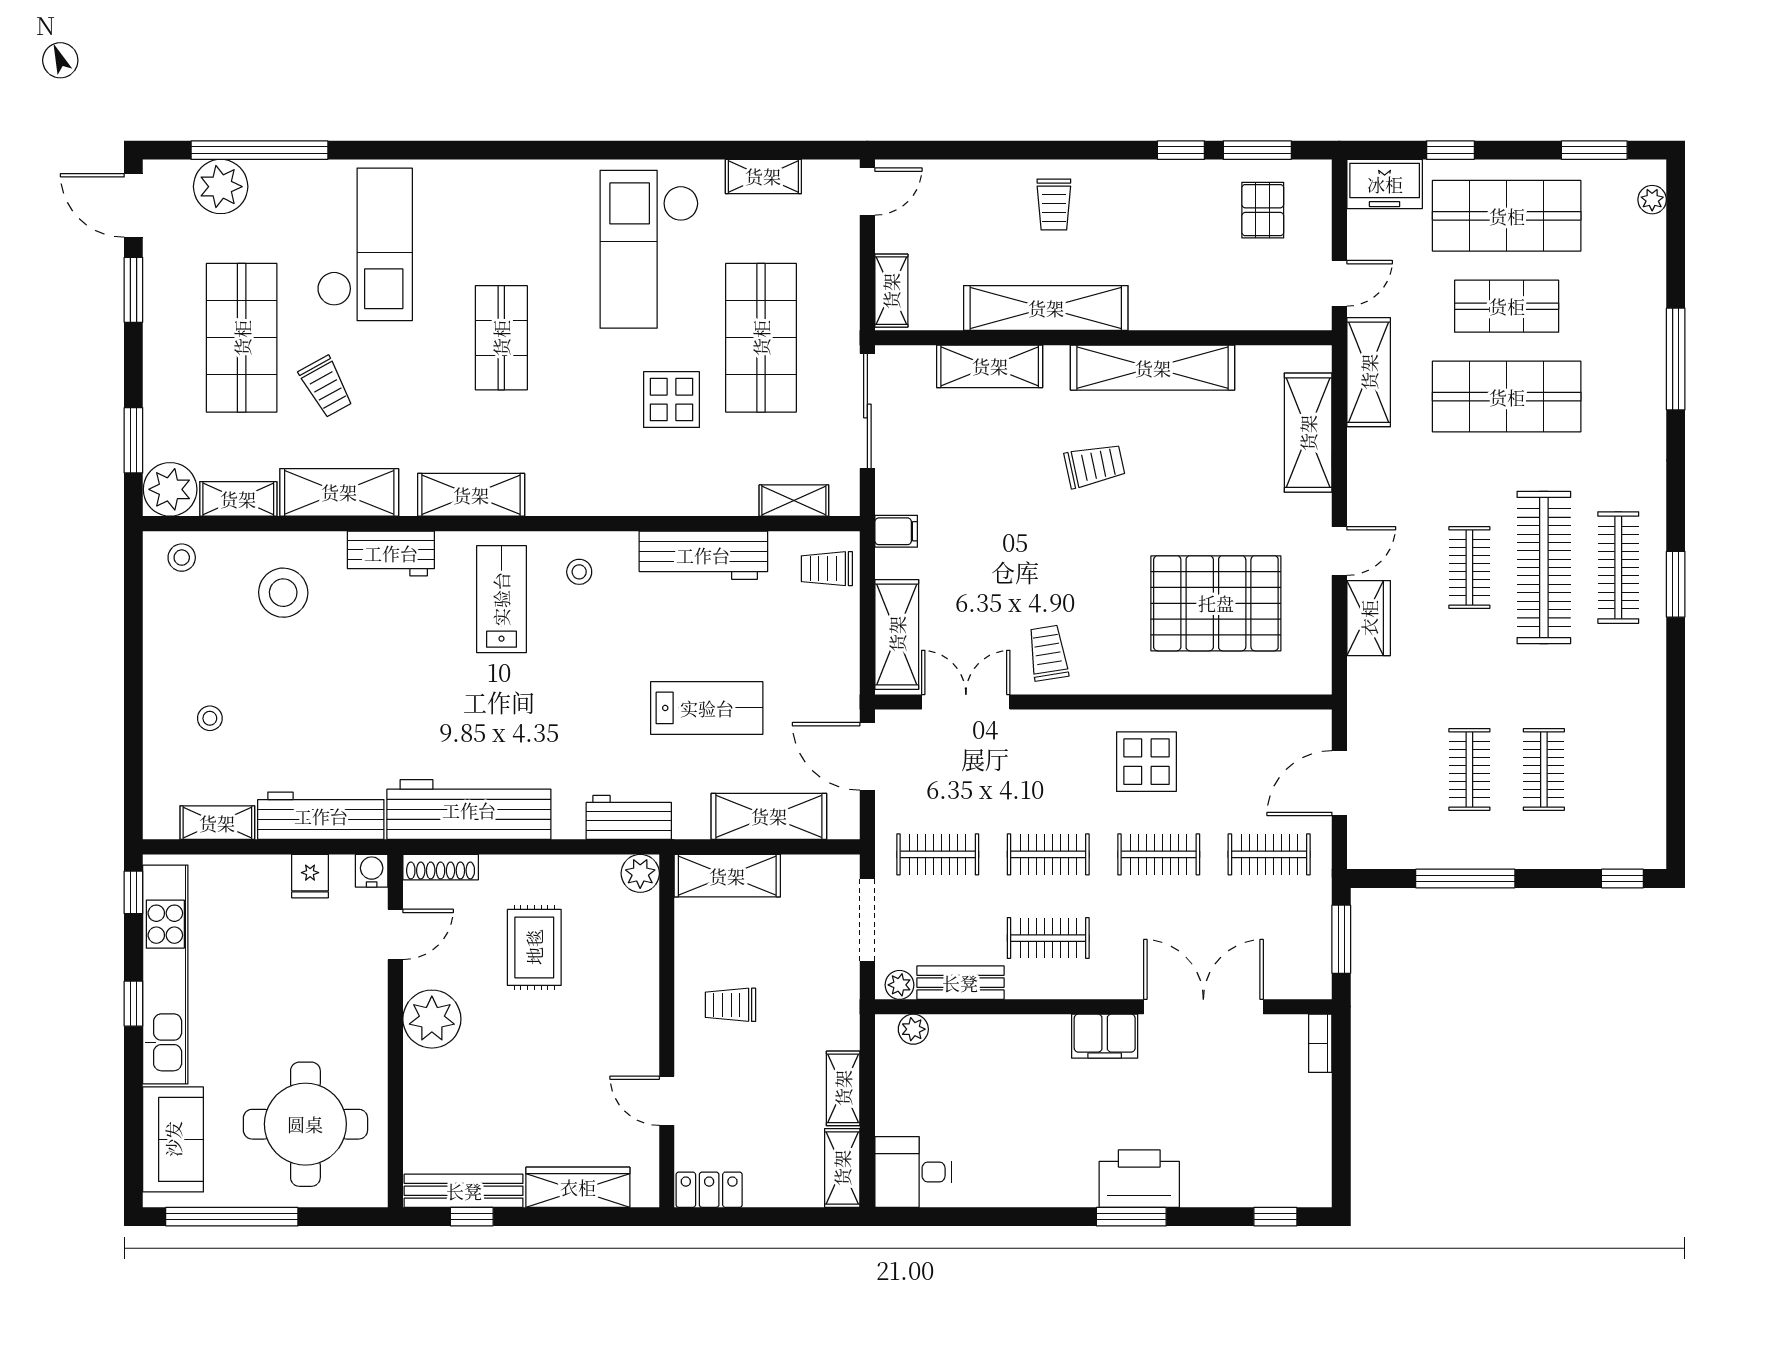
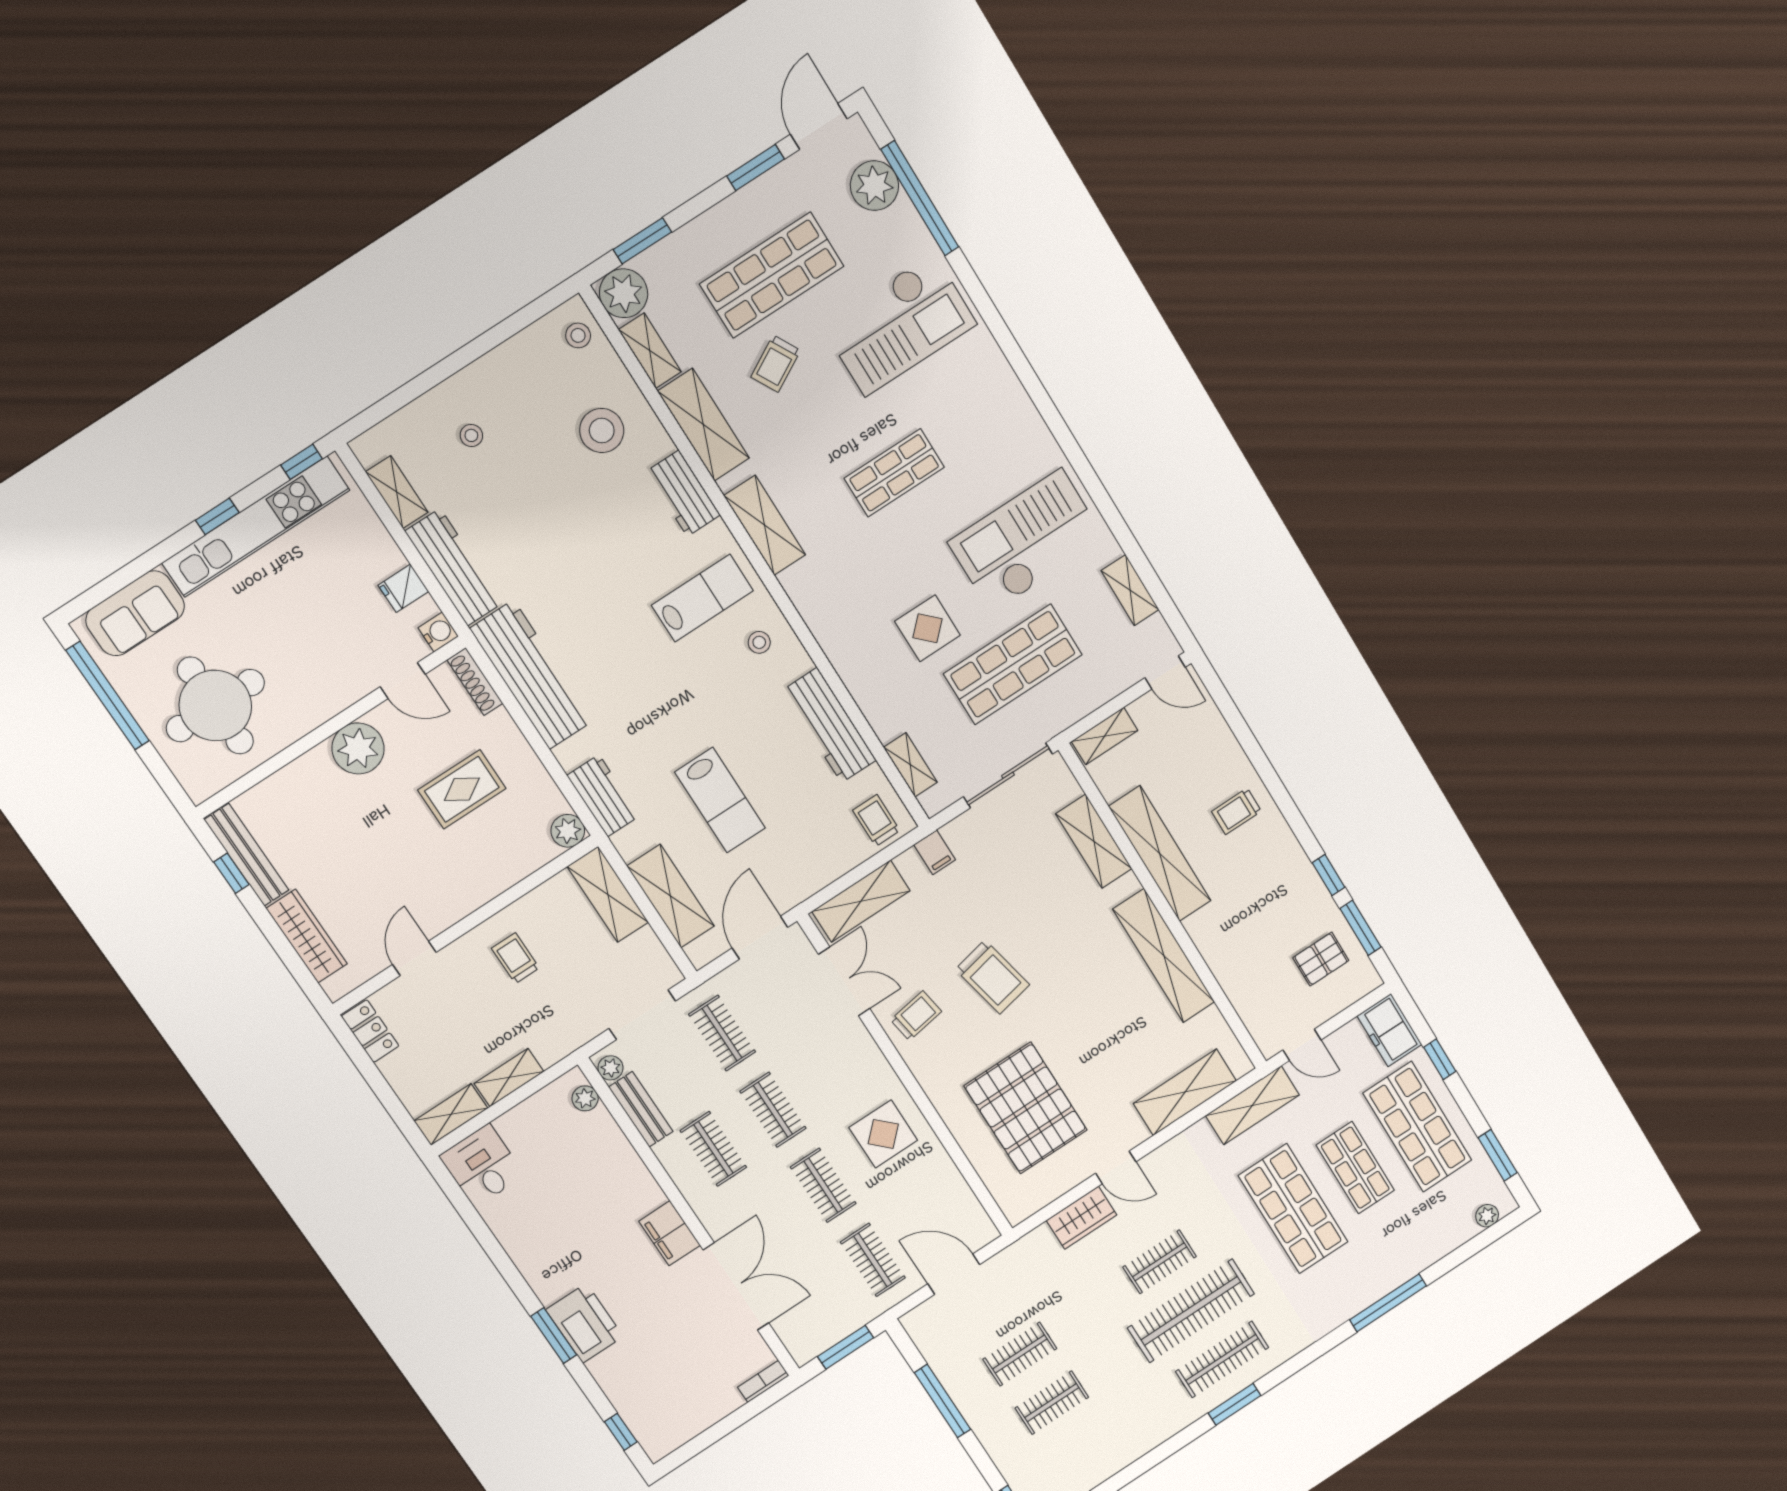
trolley: (1095, 466) -> (992, 977), moved, width x1.36, depth x1.39

